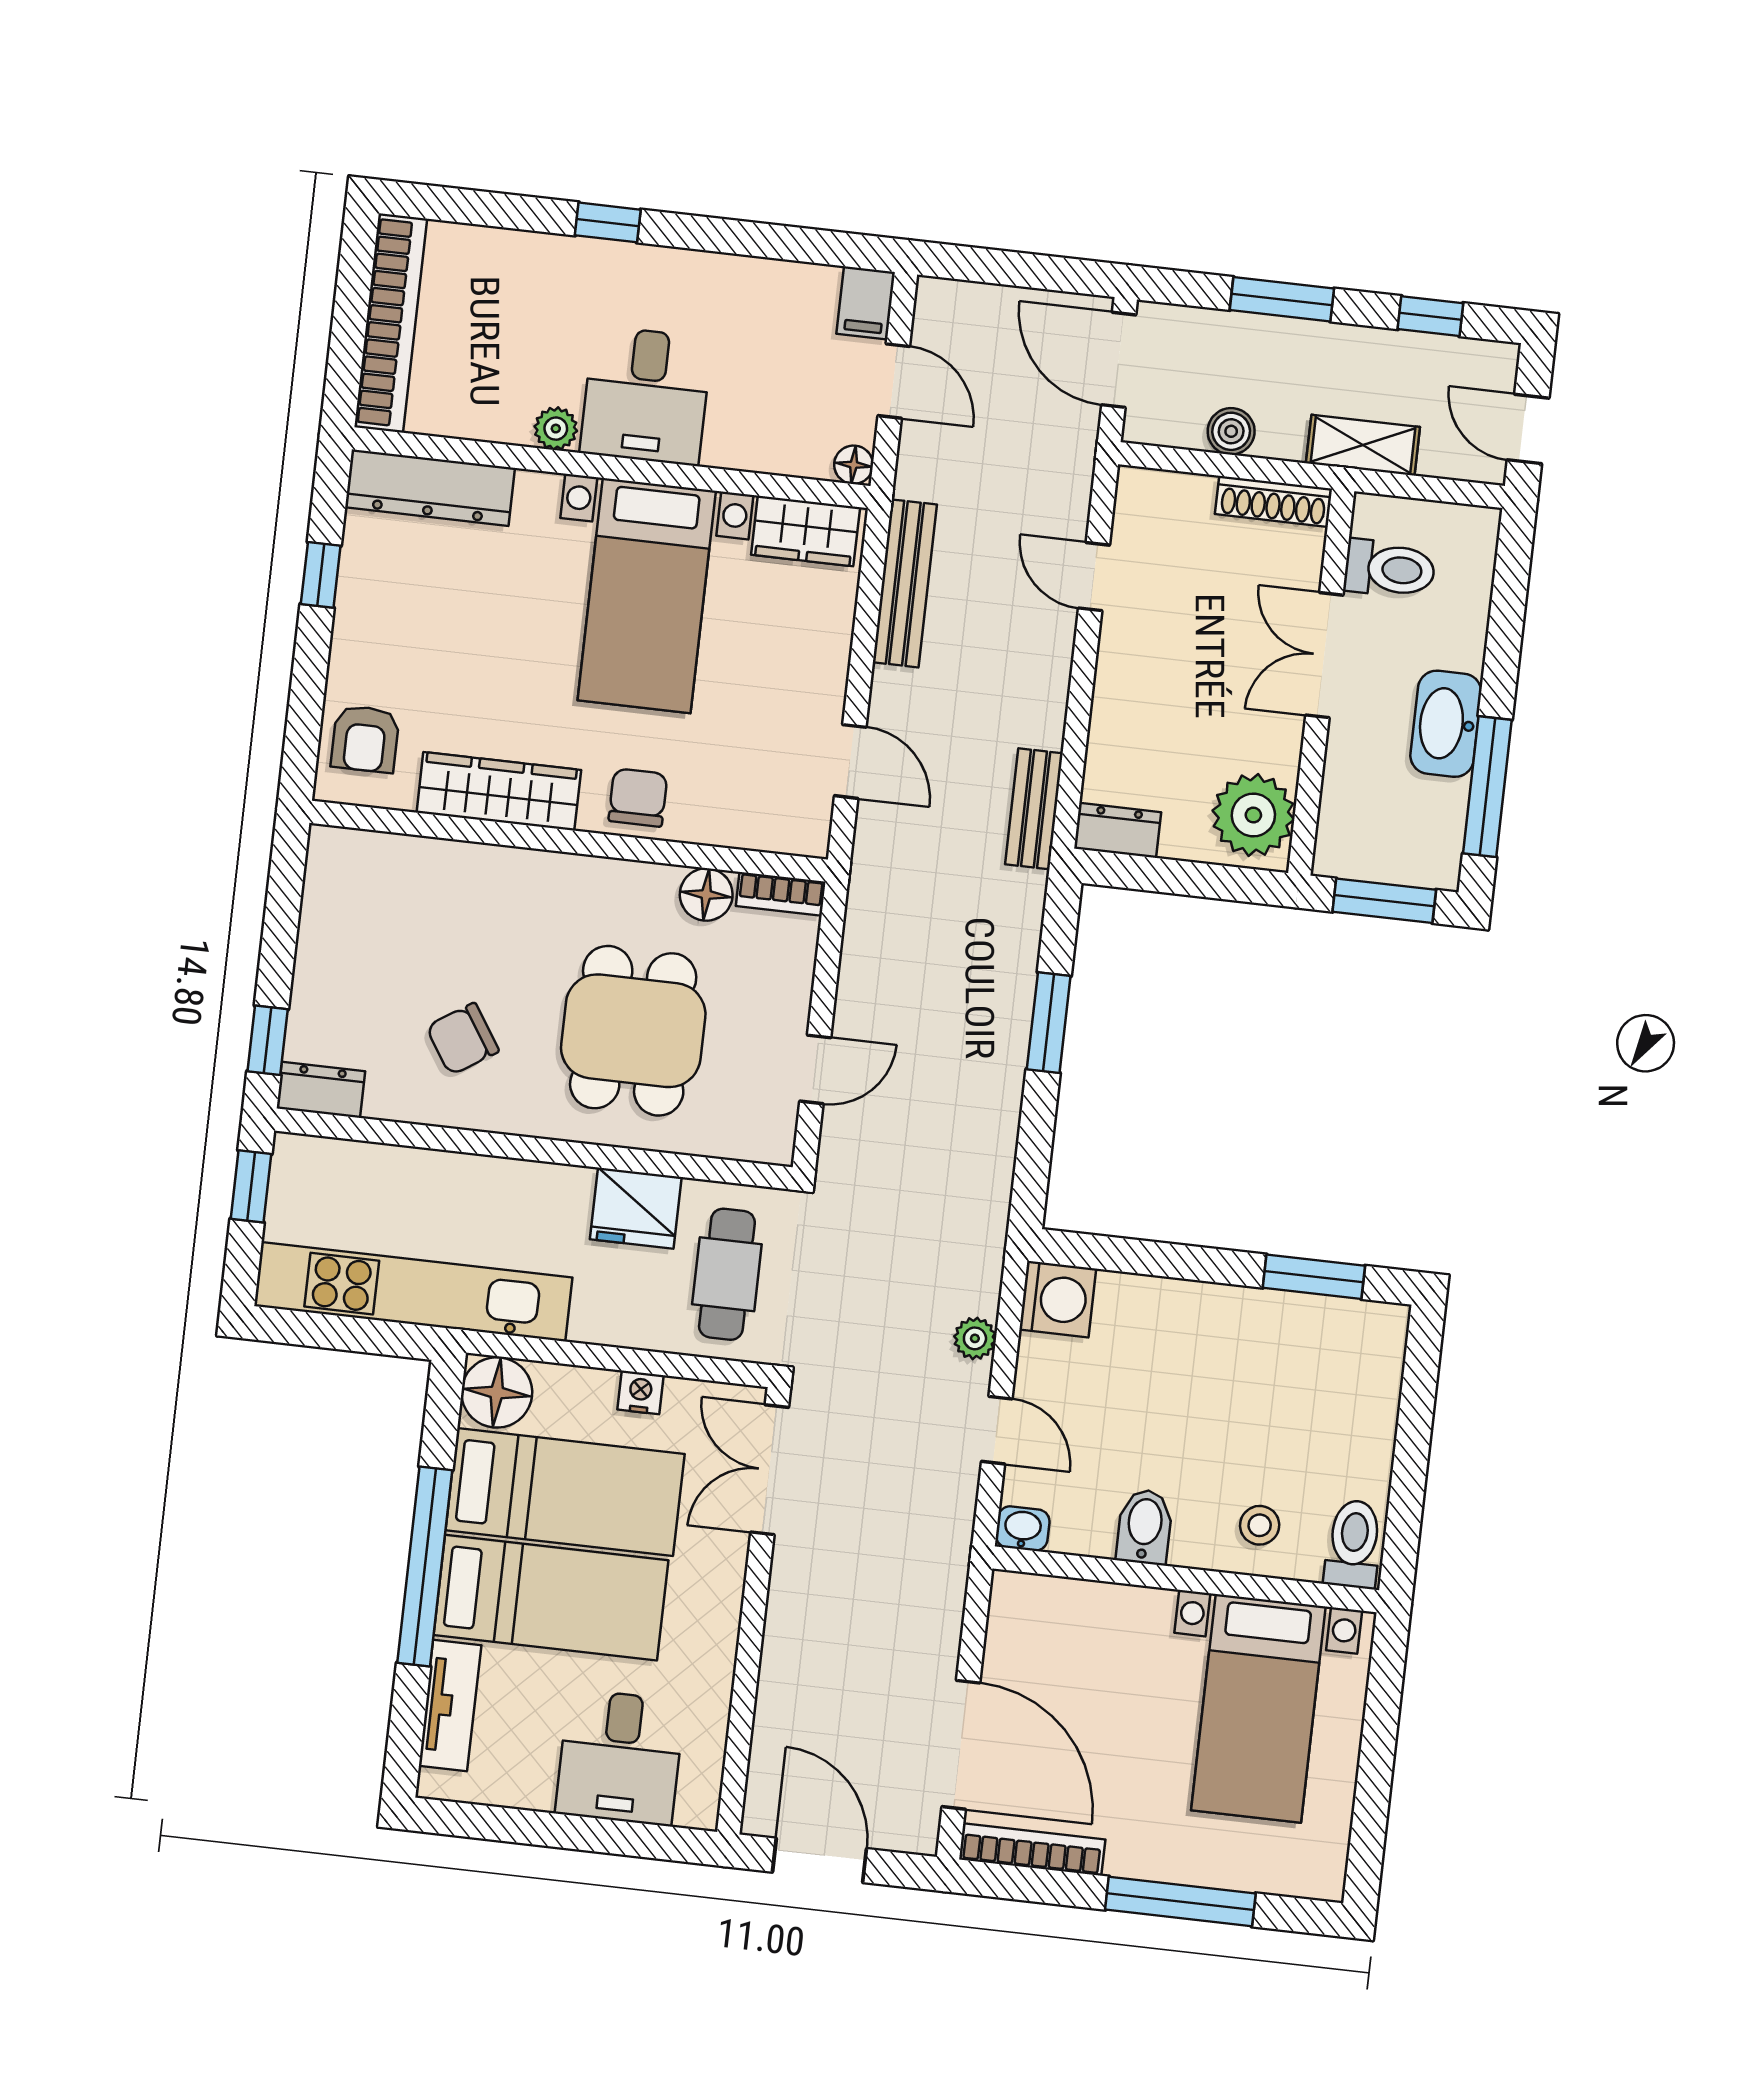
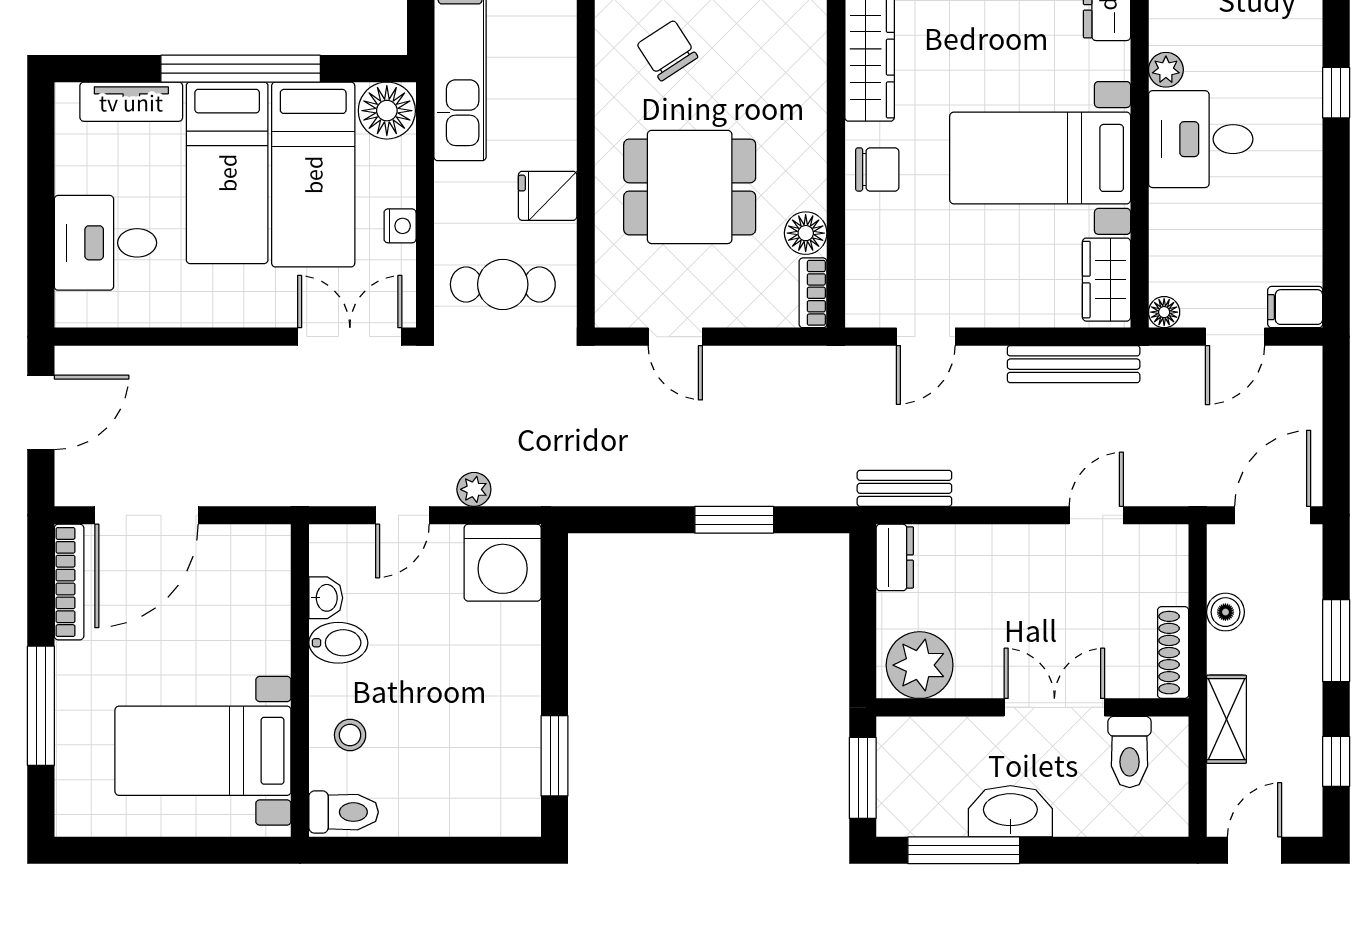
fridge: (636, 1208) -> (548, 196), width x0.72
washing machine: (1058, 1299) -> (503, 563), width x1.37, depth x1.37
washbasin: (1023, 1529) -> (326, 598), moved

